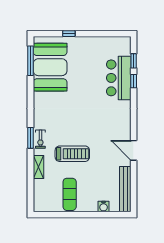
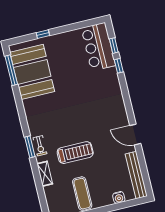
bar counter: (119, 78) -> (98, 47), moved

